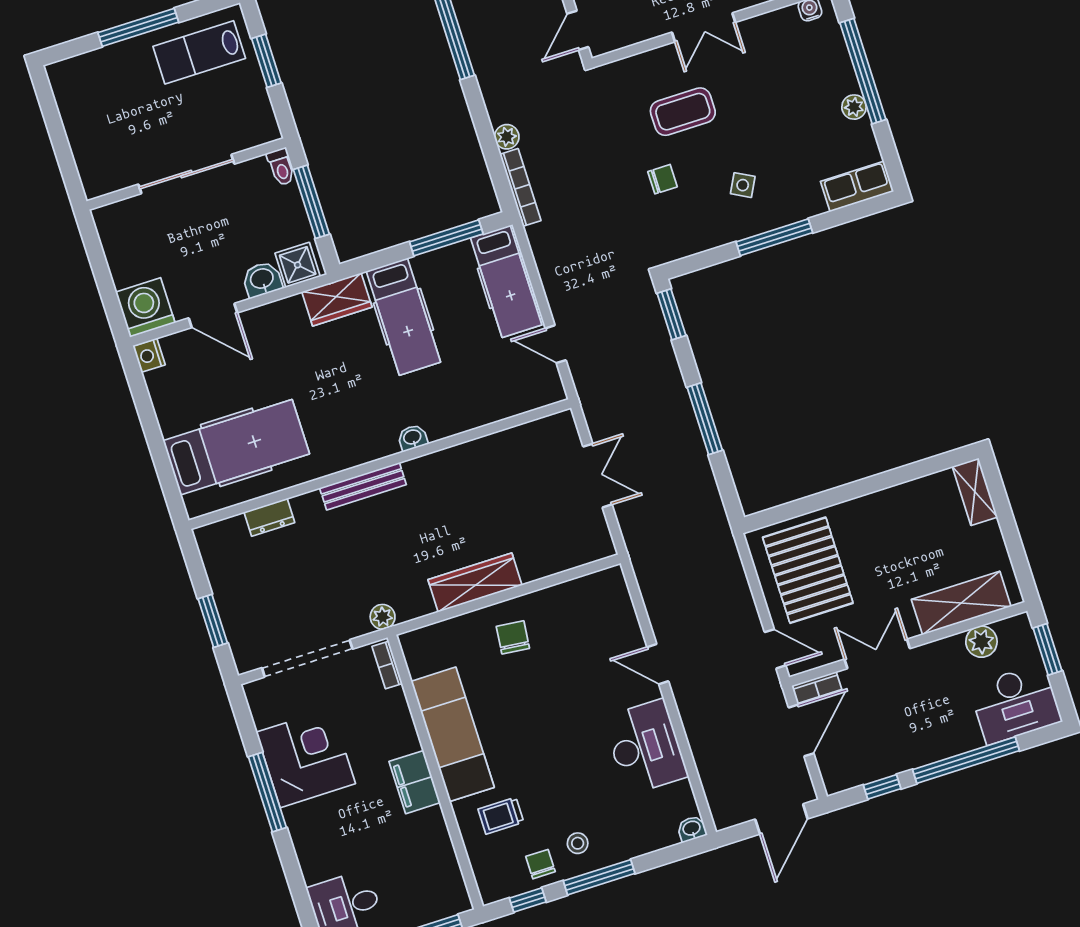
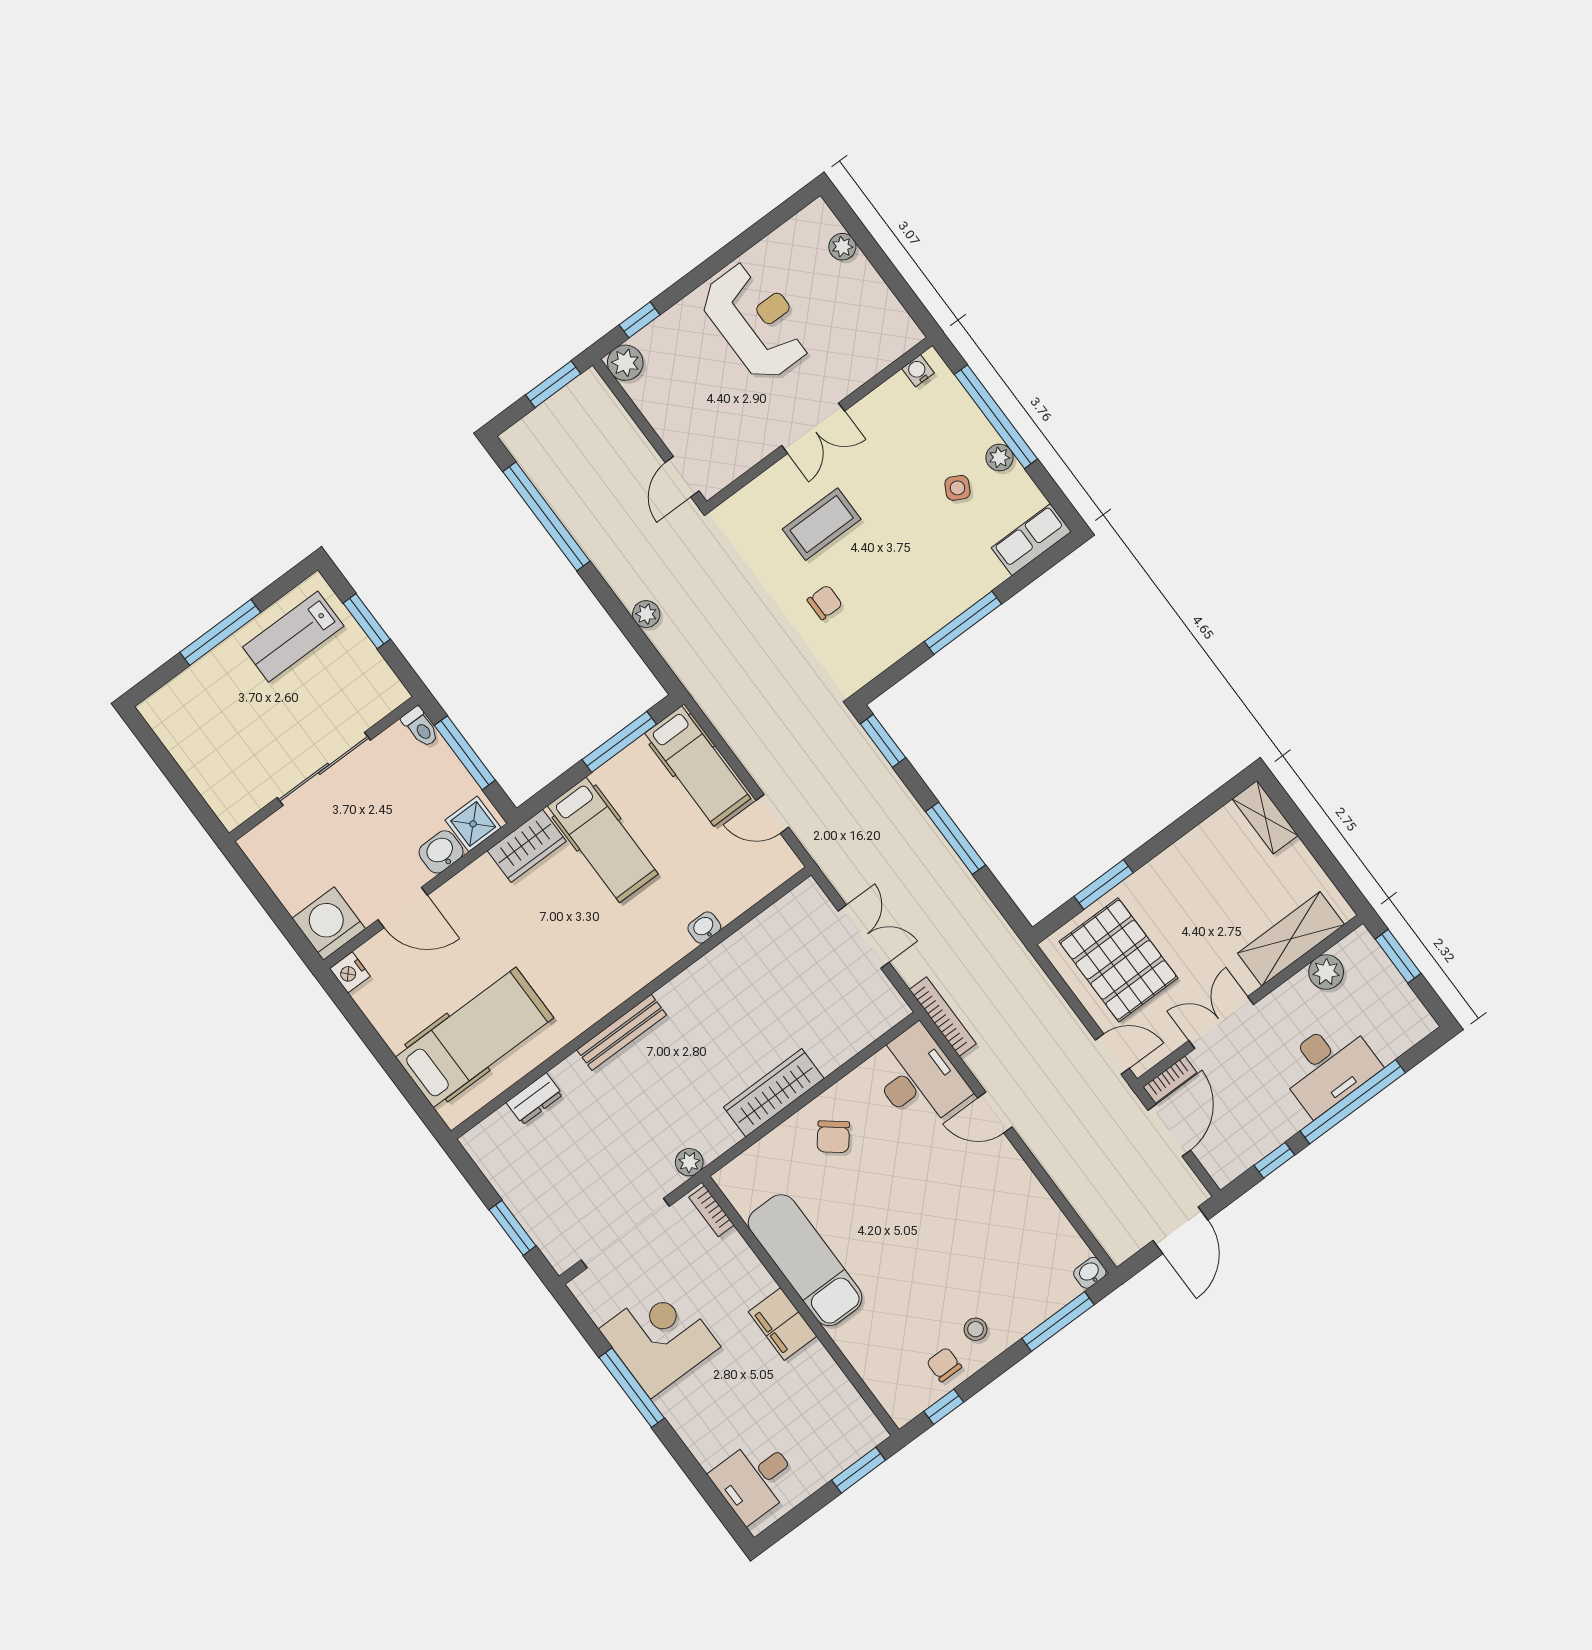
side table: (743, 185) -> (957, 488), moved
bookcase: (520, 187) -> (943, 1017), moved
washbasin: (412, 438) -> (704, 927), moved
window: (817, 502) -> (1104, 885), added
chair: (513, 637) -> (833, 1137), turned -147
desk: (1015, 704) -> (1328, 1067), moved
desk: (645, 747) -> (918, 1078), moved
trolley: (501, 816) -> (885, 1328), removed
window: (599, 877) -> (1058, 1322), moved

